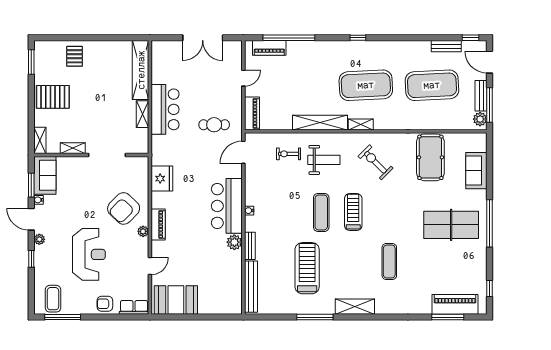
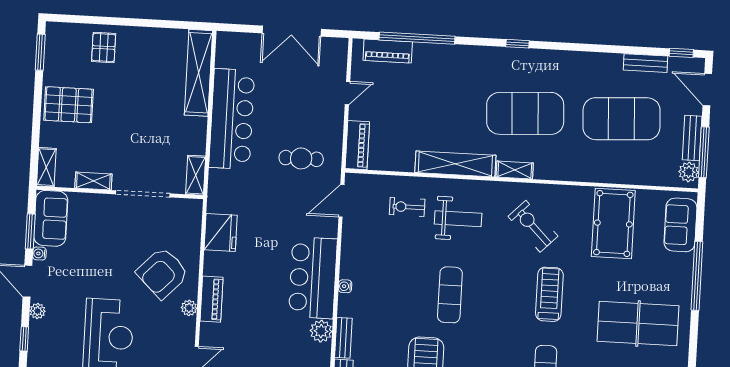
bar counter: (165, 109) -> (232, 119), width x1.36
shelving: (142, 114) -> (196, 175), moved
sofa: (476, 171) -> (680, 225), moved
treadmill: (353, 212) -> (549, 294), moved
window: (490, 223) -> (697, 276), moved

